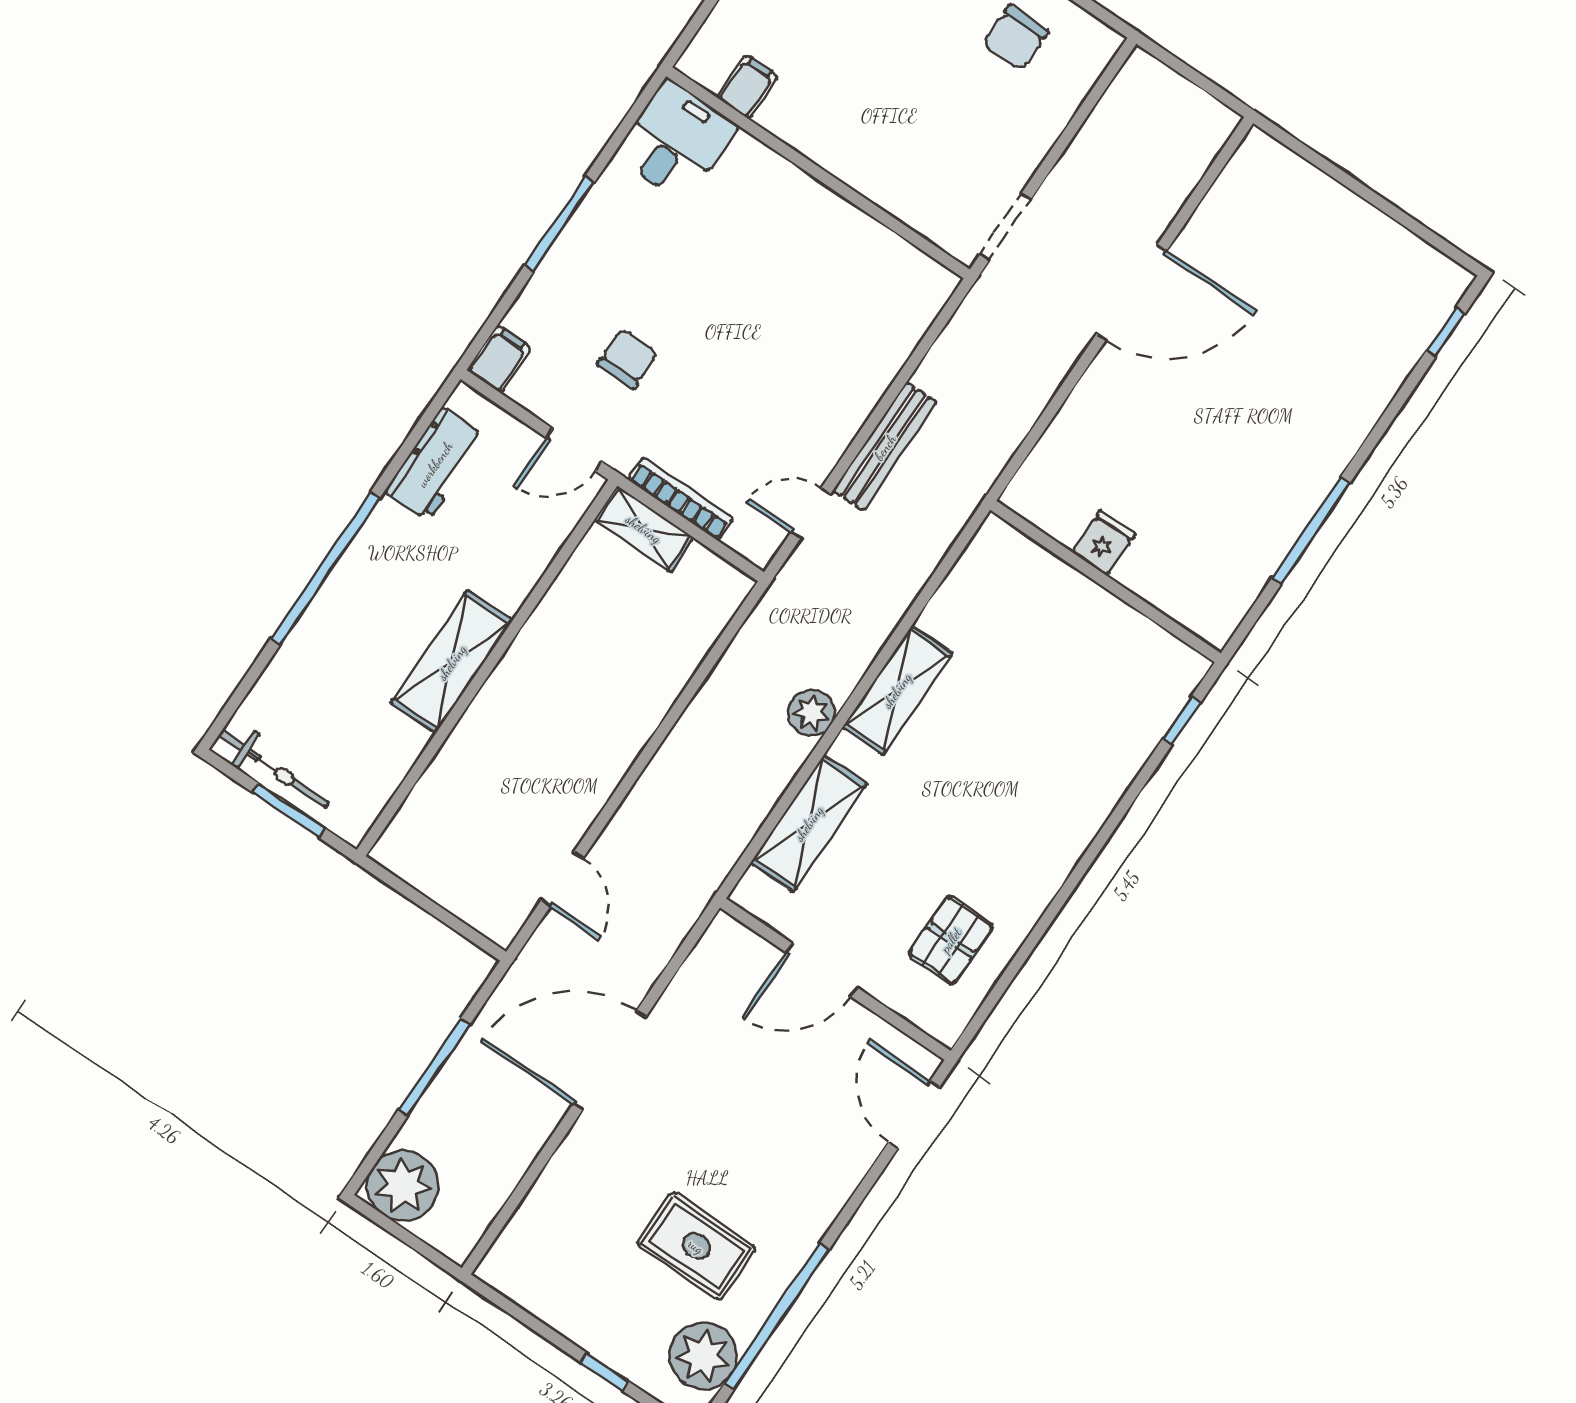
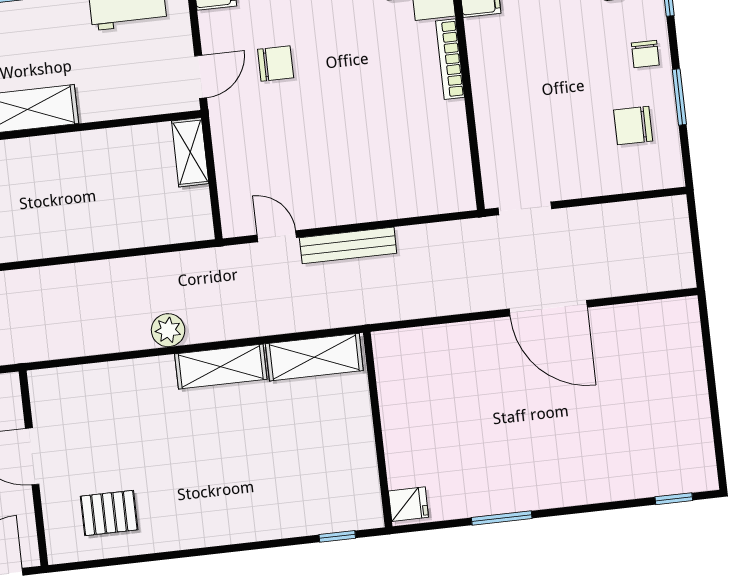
door: (574, 450) -> (201, 77), swing flipped
bookcase: (681, 499) -> (450, 59), moved, turned 180
window: (1311, 531) -> (502, 518), width x0.69
fridge: (1104, 543) -> (408, 504), moved
shelving: (809, 823) -> (314, 357), moved

